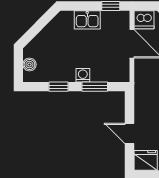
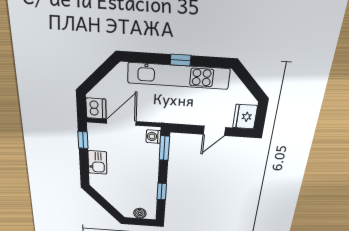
washing machine: (83, 75) -> (153, 137), moved
window: (95, 87) -> (164, 148), moved

